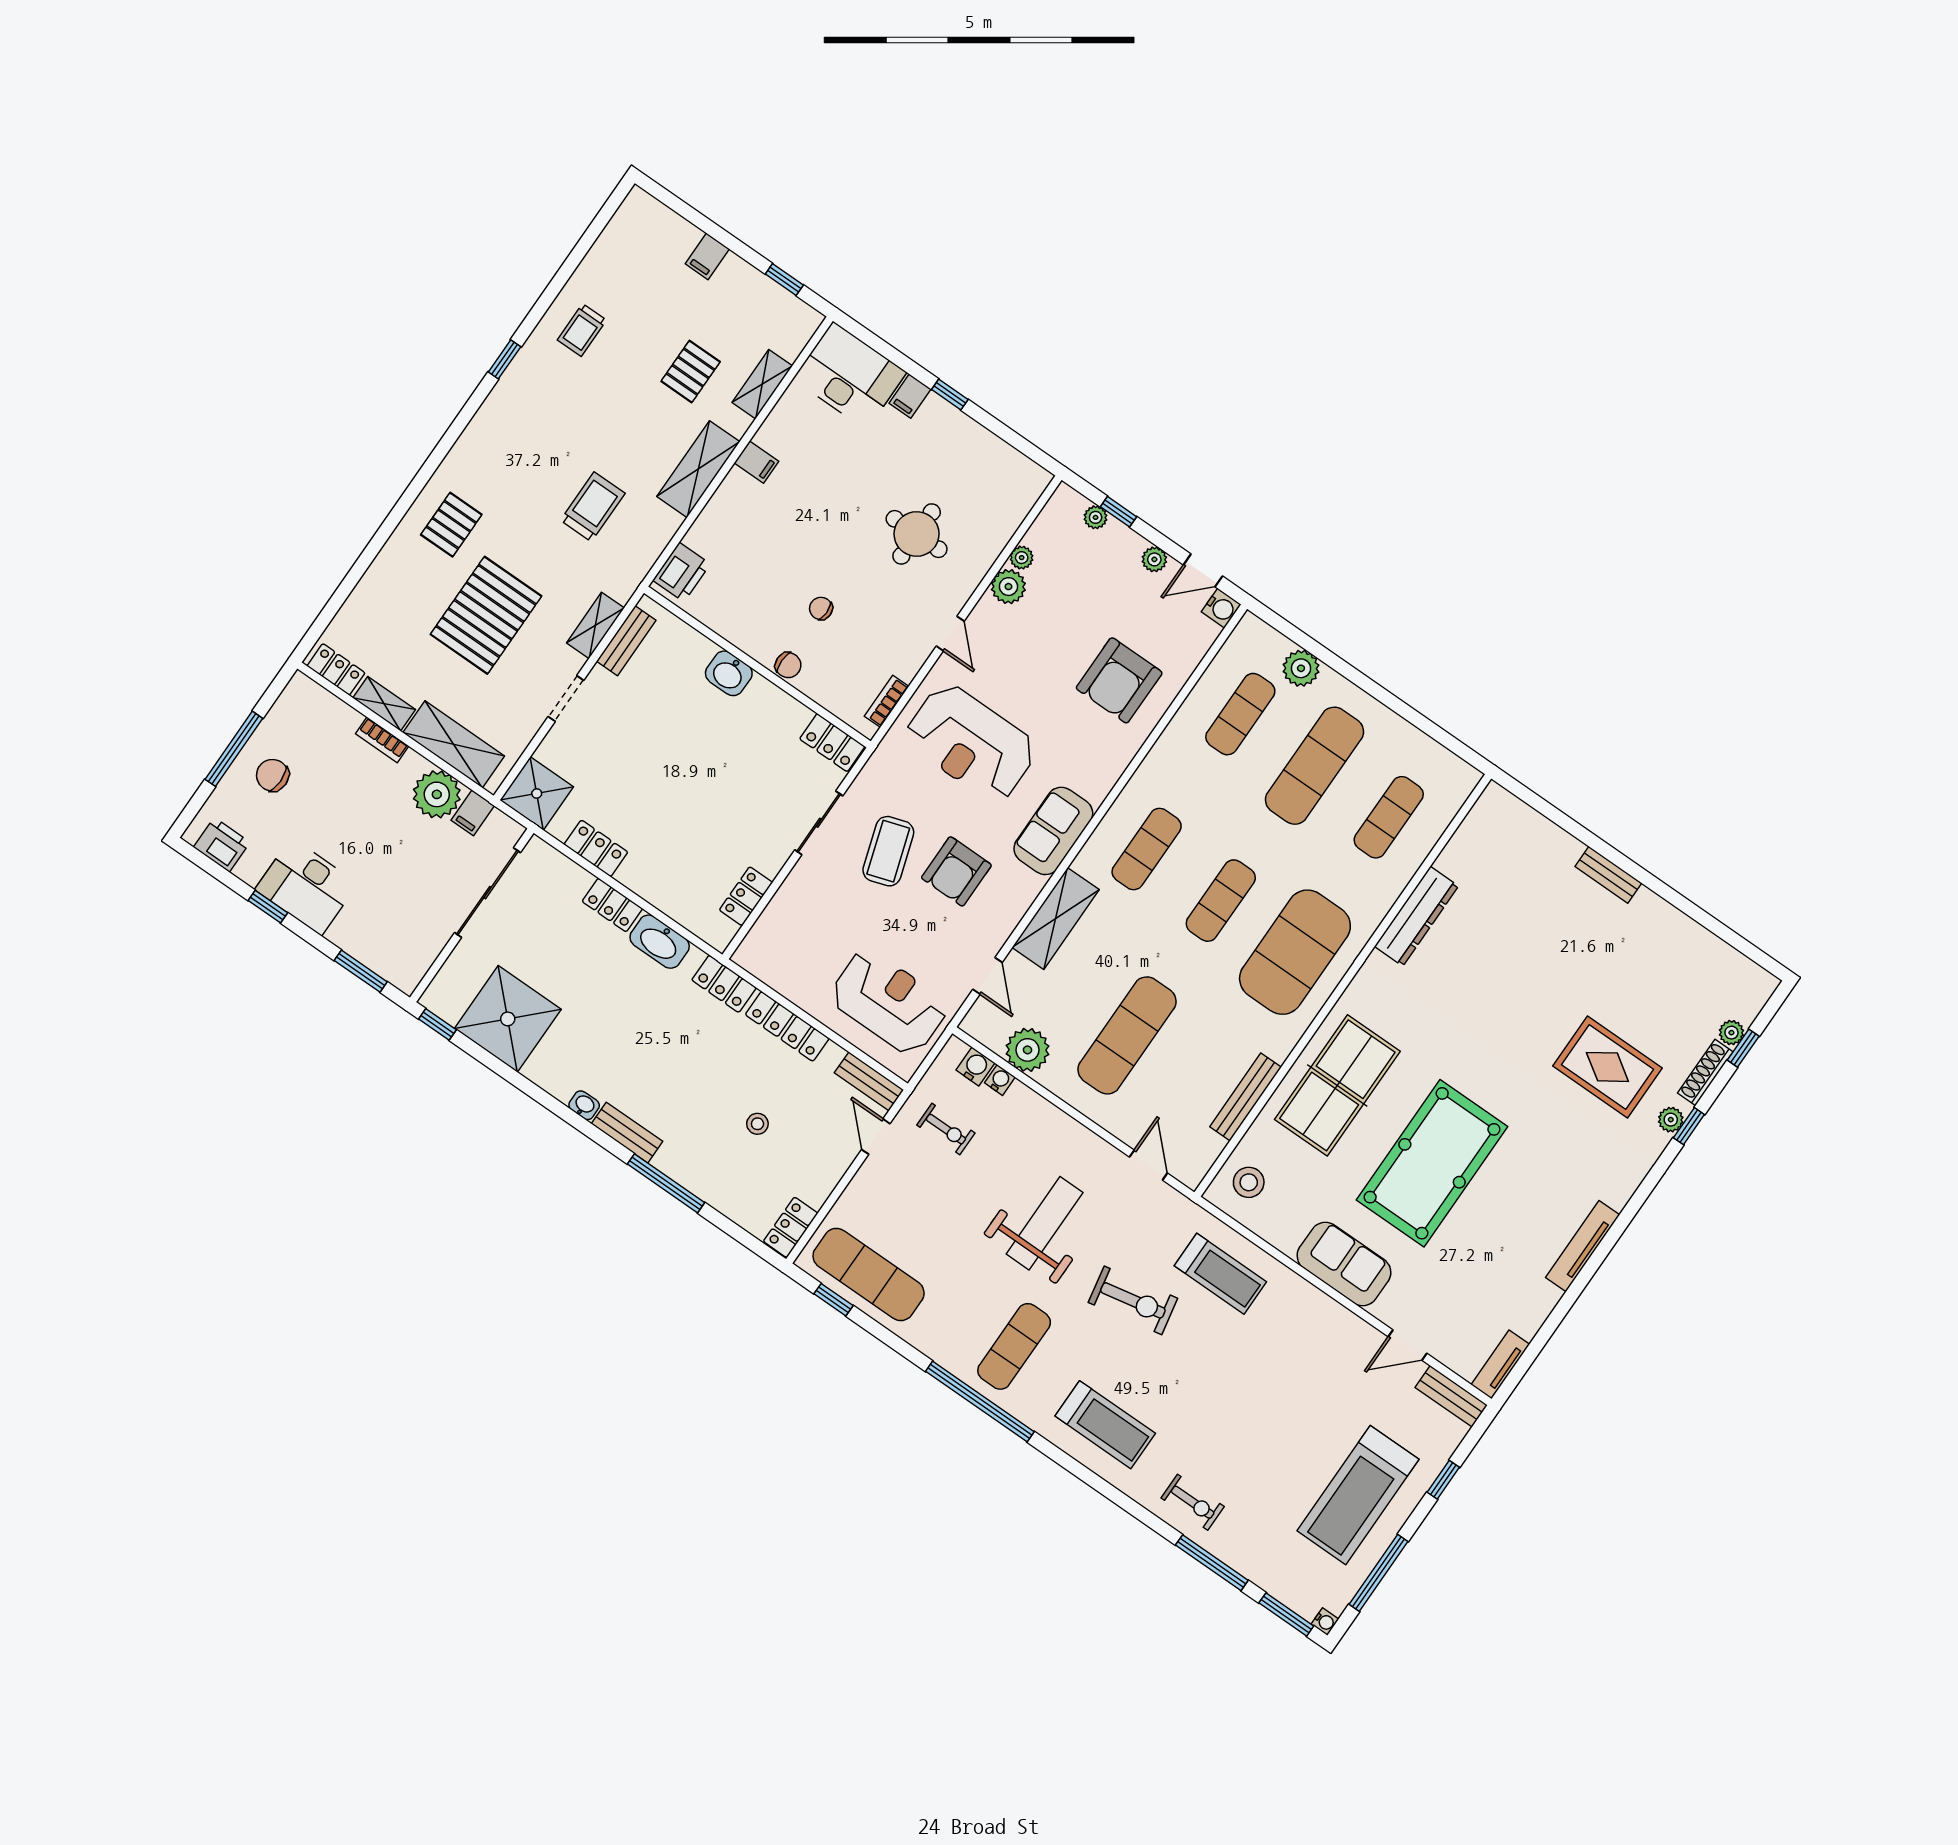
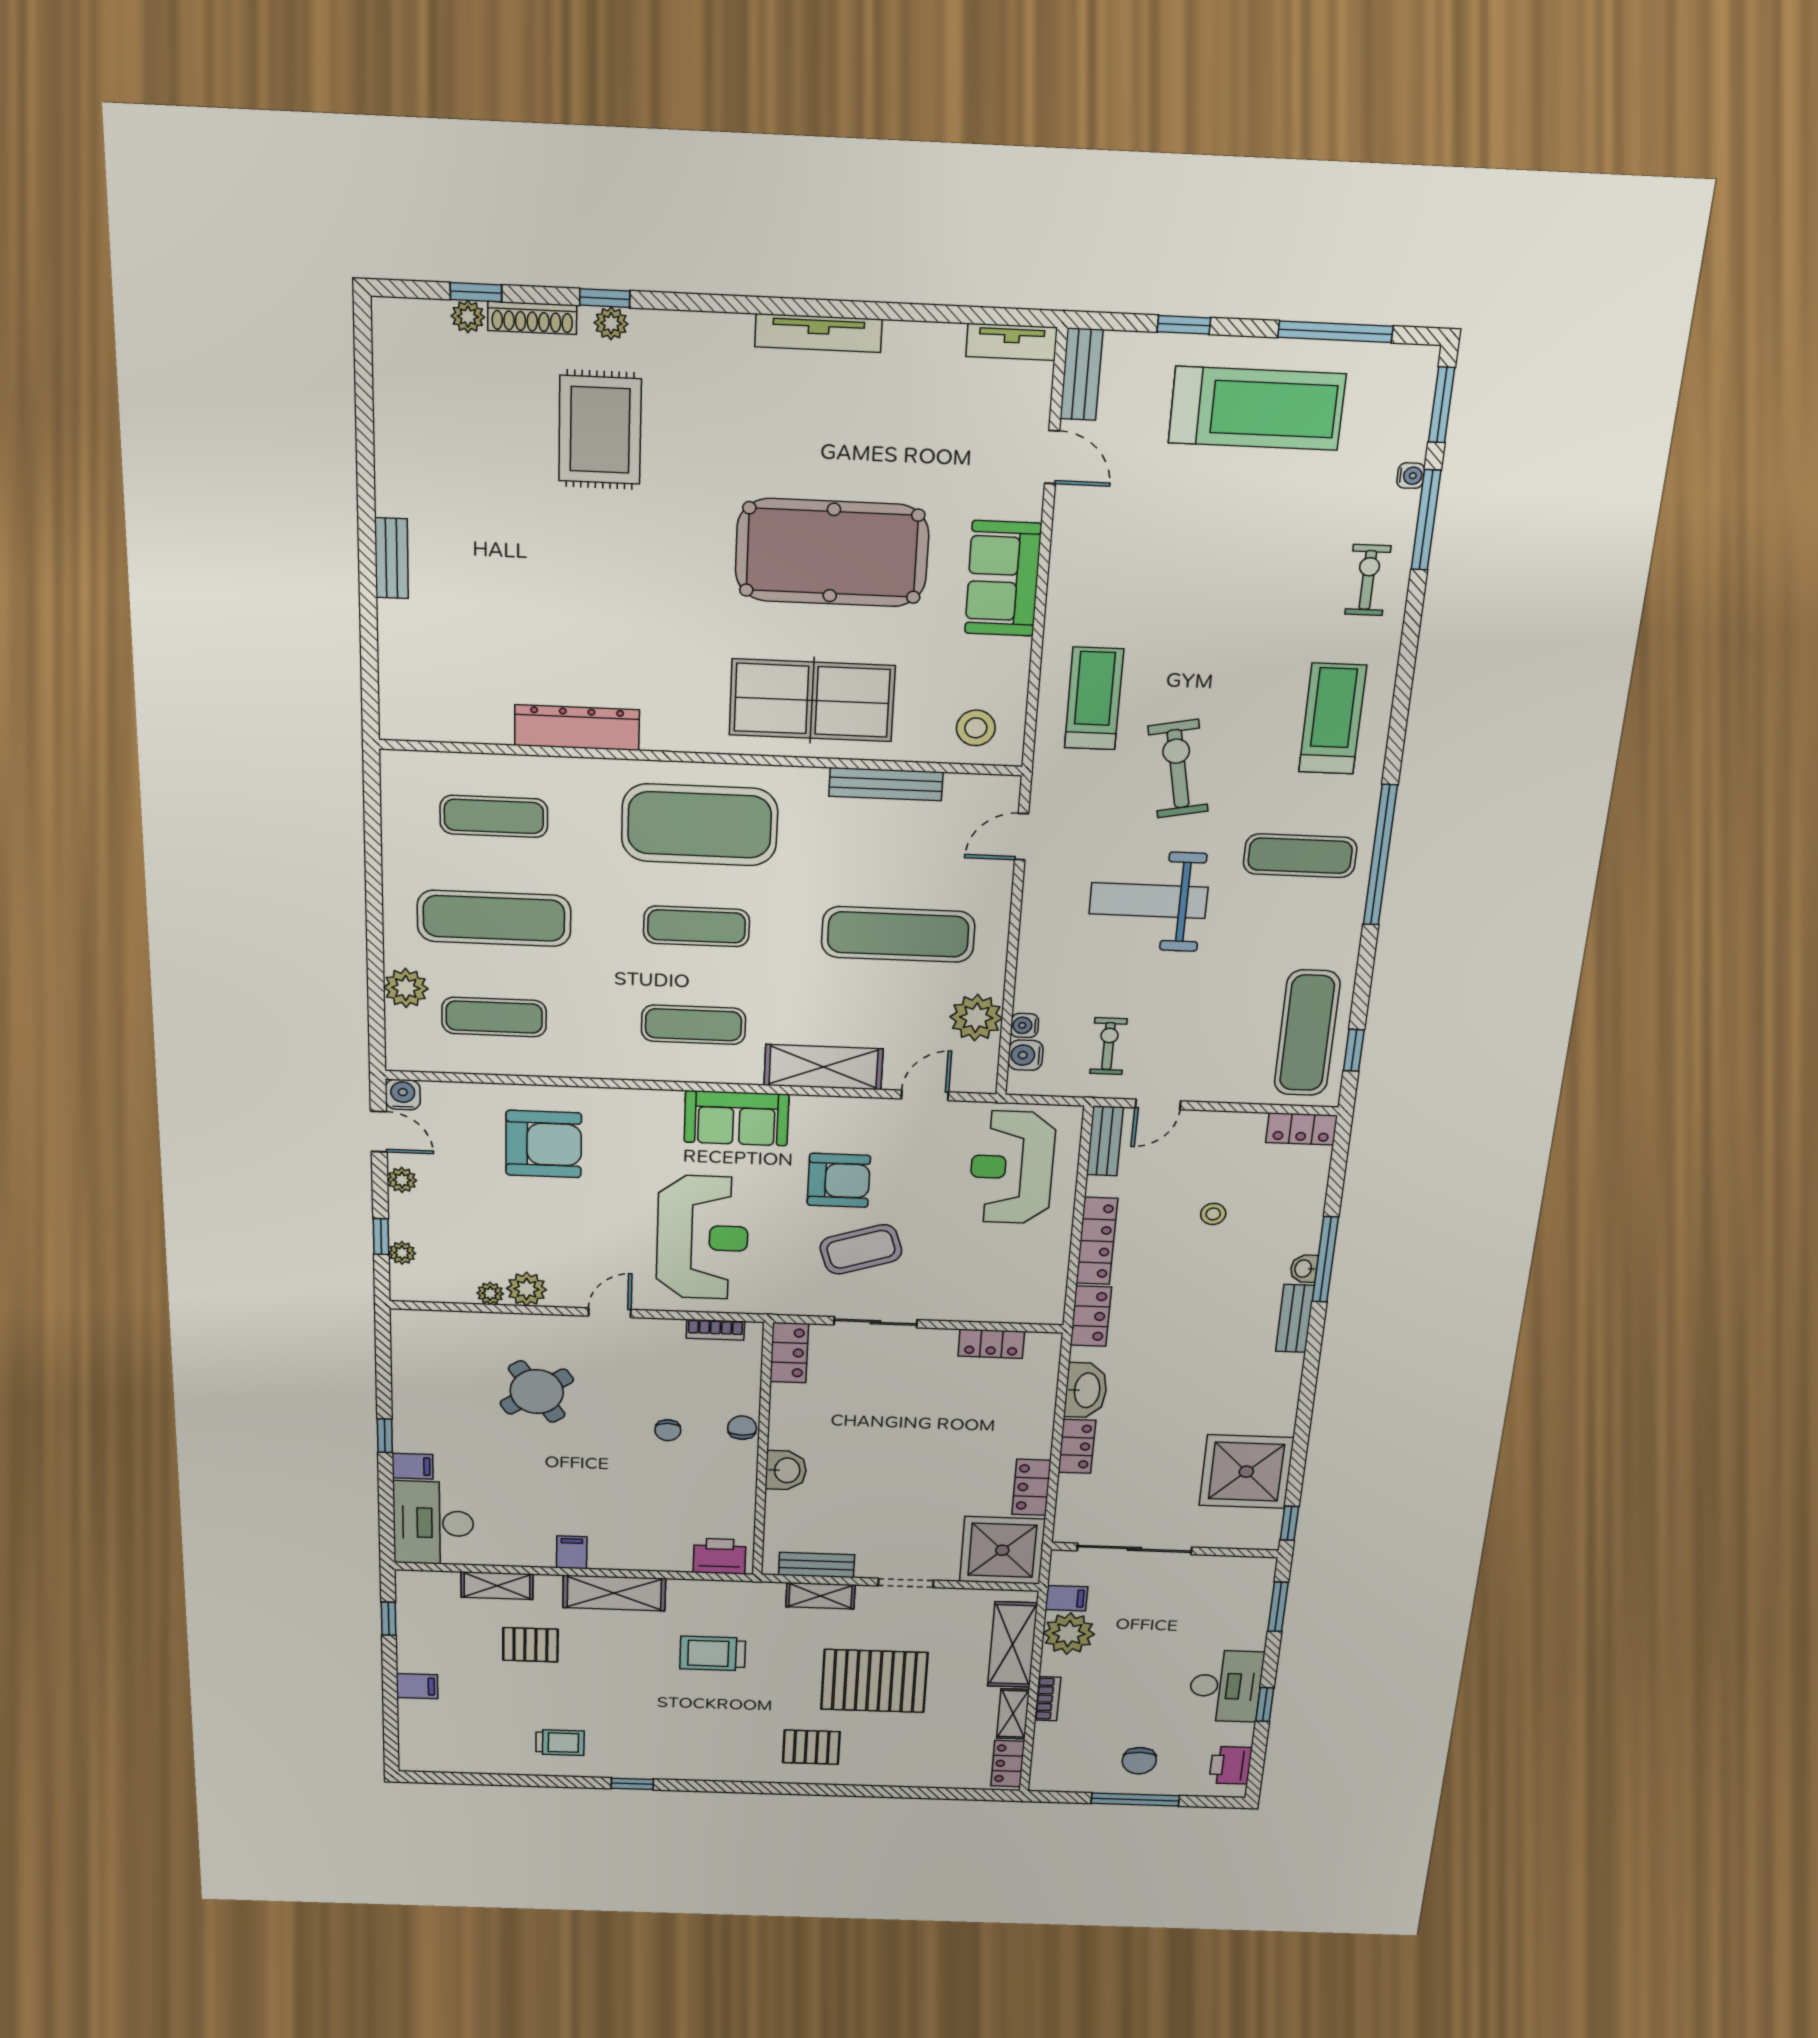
round table: (917, 534) -> (537, 1392), turned -34
shower: (537, 793) -> (1002, 1550), width x1.37, depth x1.37
washbasin: (584, 1105) -> (1304, 1269), moved
water cooler: (1325, 1622) -> (1411, 476), moved, turned 90

